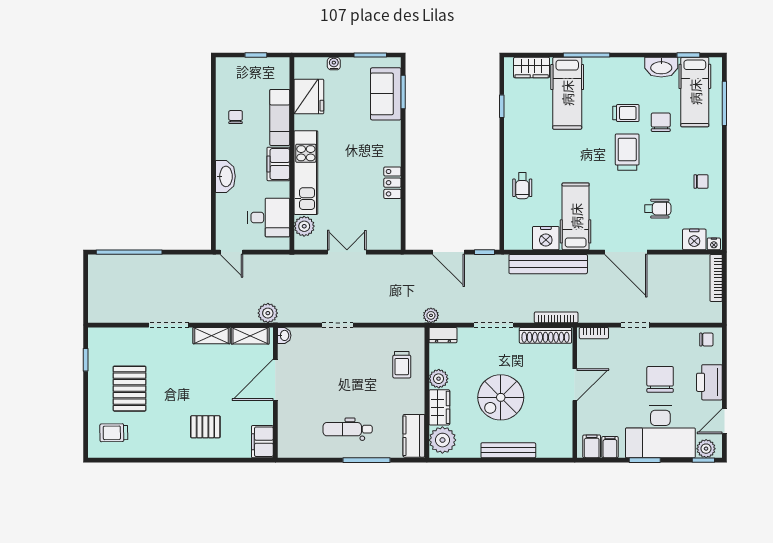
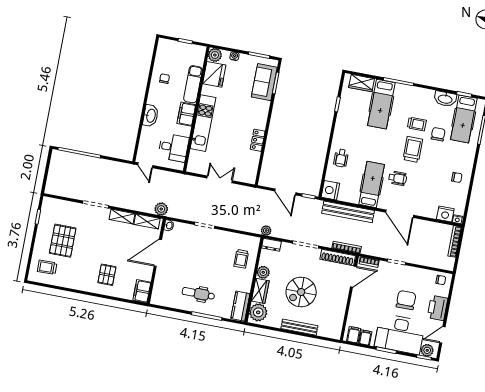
wheelchair: (658, 209) -> (398, 178), moved
plant: (304, 226) -> (215, 55), moved
nightstand: (546, 238) -> (330, 190), moved, turned 90
door: (575, 385) -> (353, 277), moved
pallet: (205, 427) -> (107, 275), turned 90

